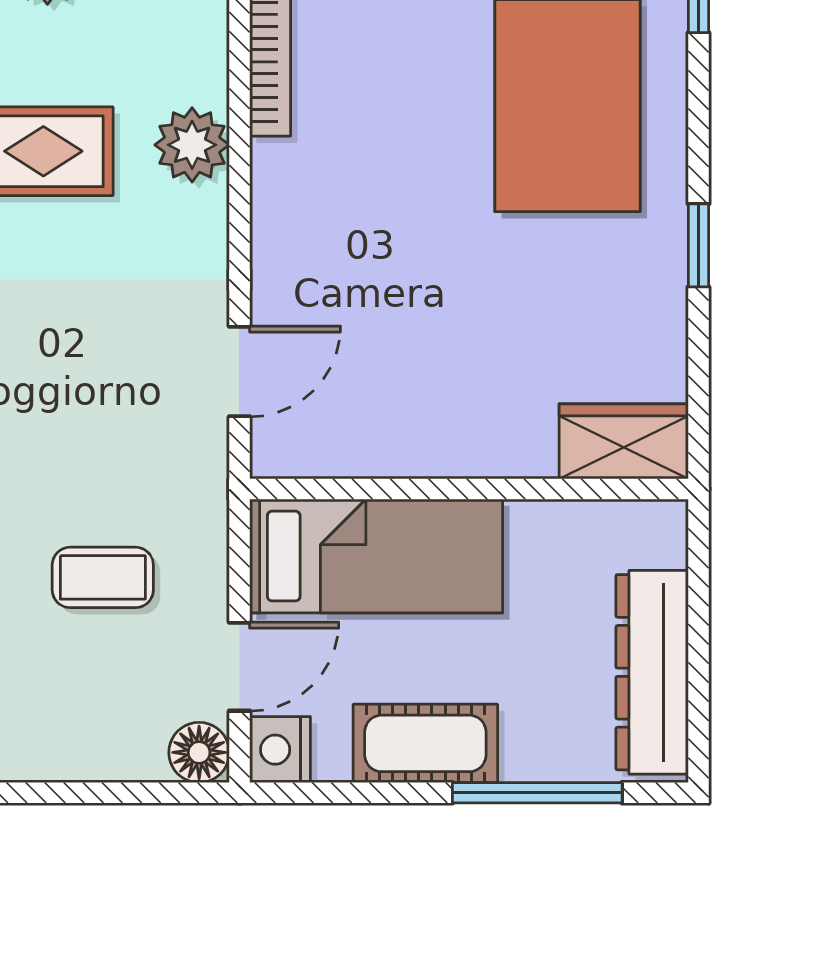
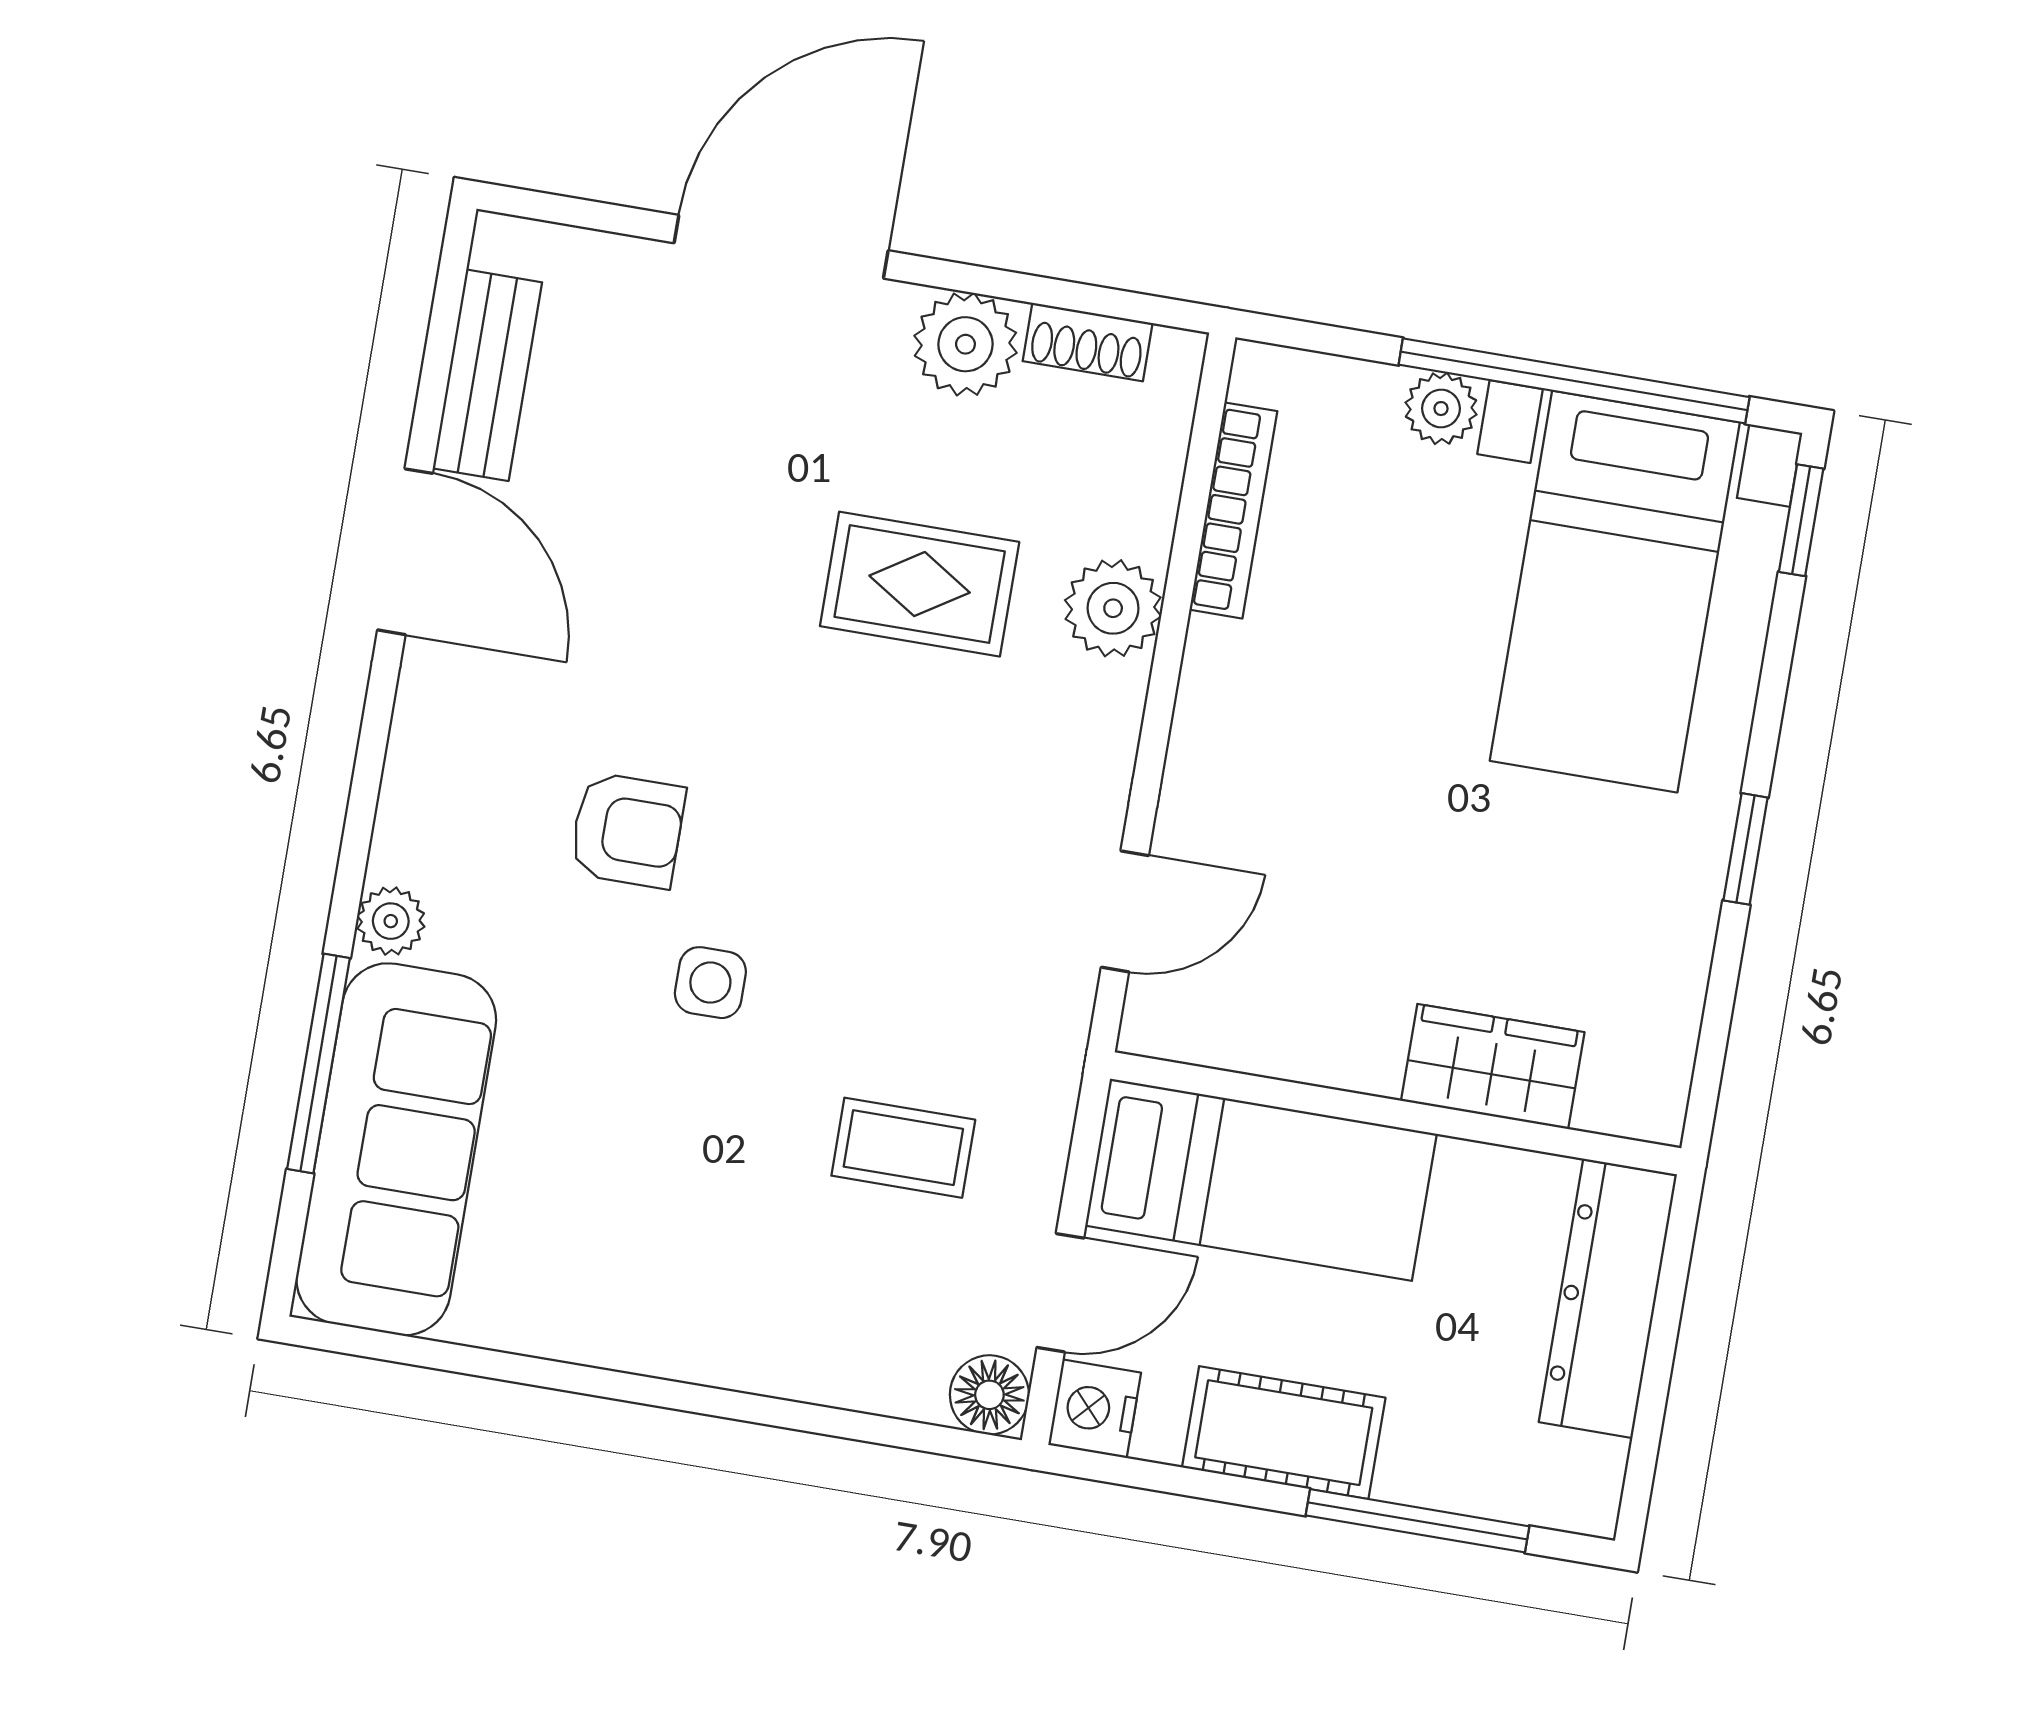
wardrobe: (624, 441) -> (1493, 1066), moved
dresser: (652, 672) -> (1608, 1299), moved

